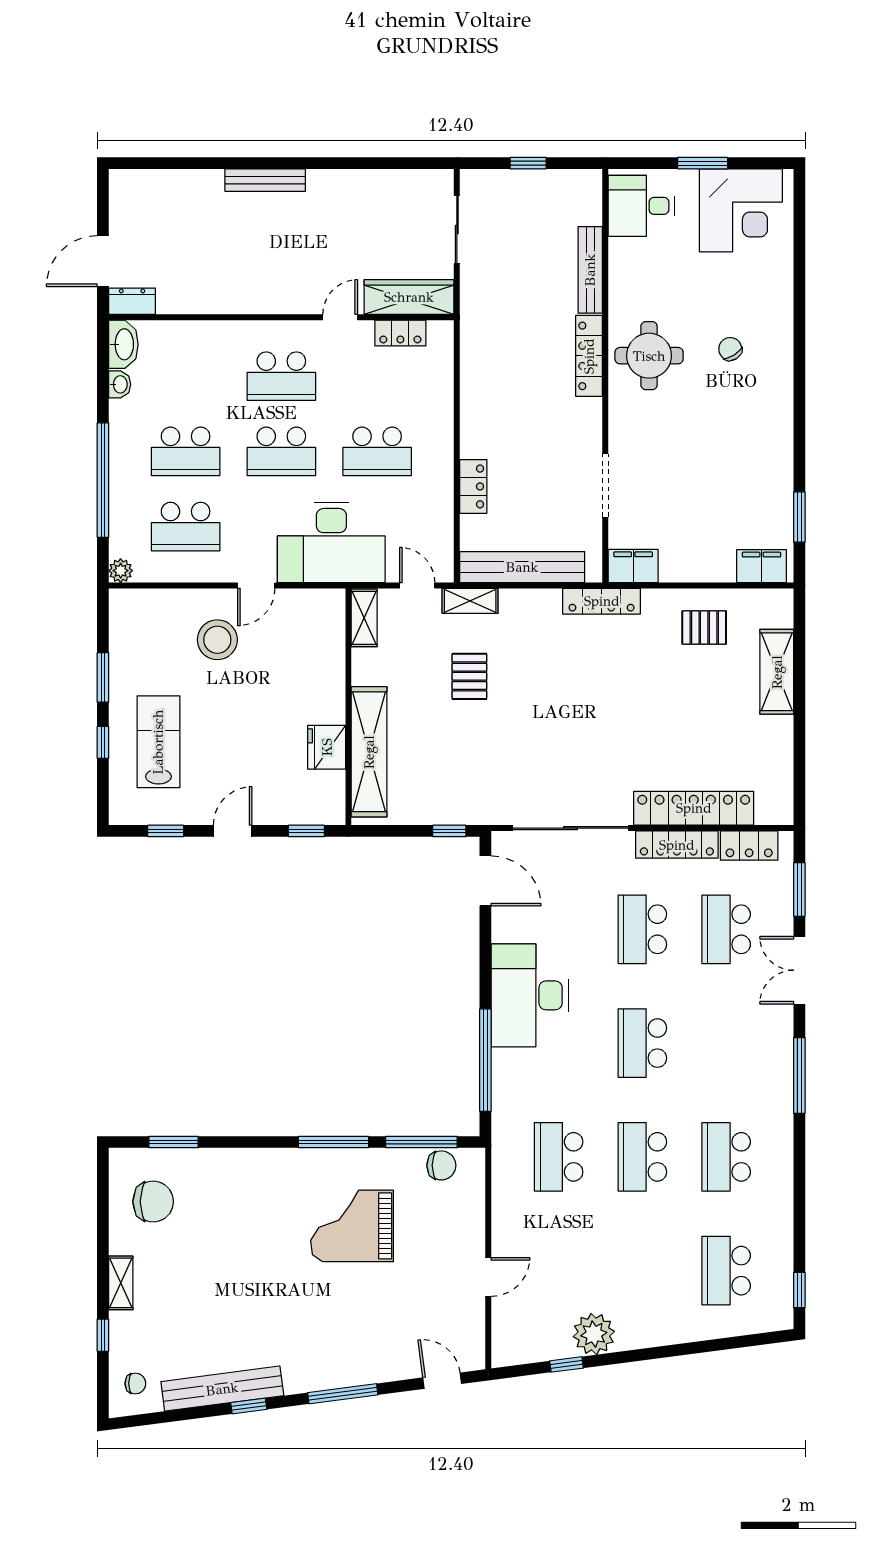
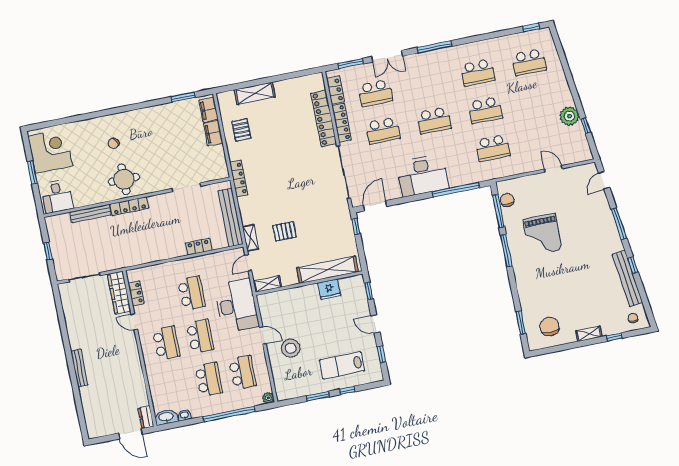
filing cabinet: (633, 566) -> (213, 133), moved

